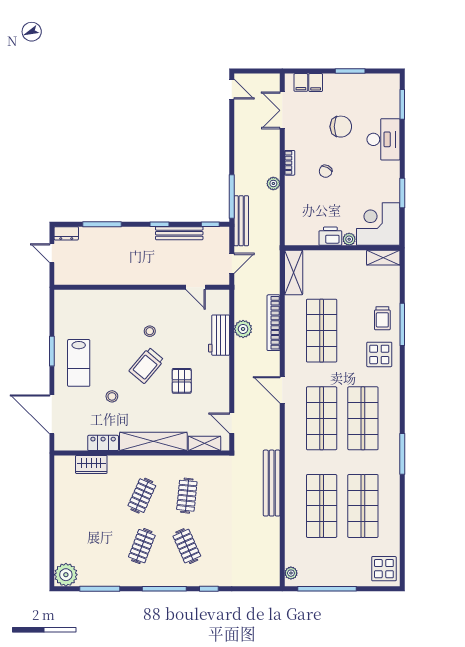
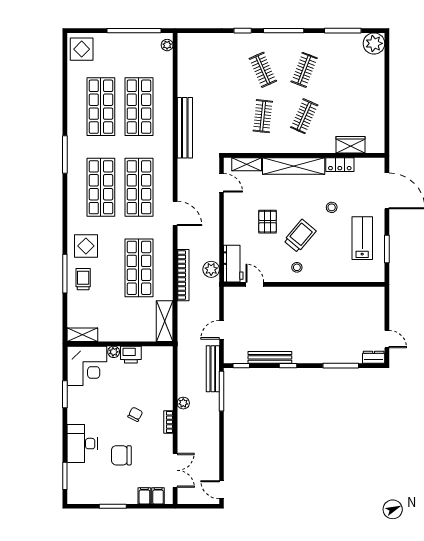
wall: (142, 287) -> (304, 284), moved
door: (196, 287) -> (255, 284), moved

